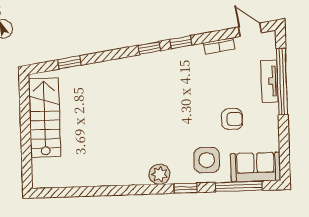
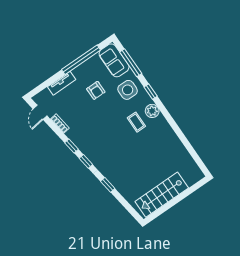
window: (69, 62) -> (108, 185), moved
window: (282, 82) -> (81, 60), moved
armchair: (232, 119) -> (96, 90), turned 180
coffee table: (158, 145) -> (136, 122), added

